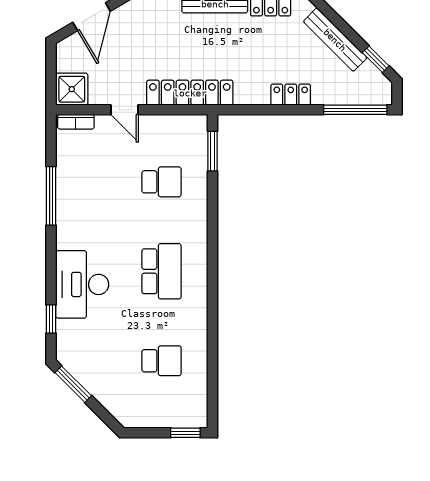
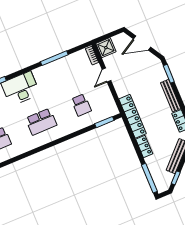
locker: (190, 93) -> (133, 116), moved

